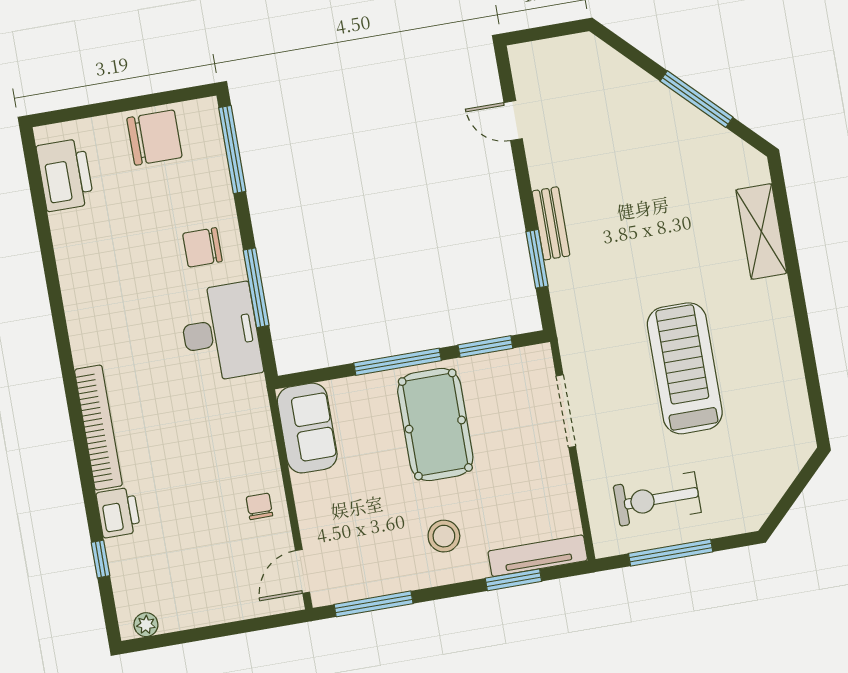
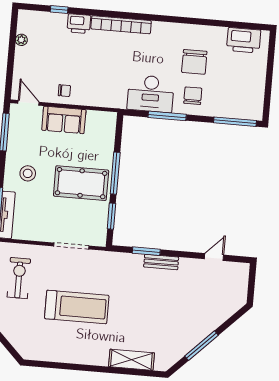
chair: (155, 138) -> (194, 62), moved
sofa: (307, 428) -> (64, 120), moved
plant: (146, 625) -> (21, 40), moved

